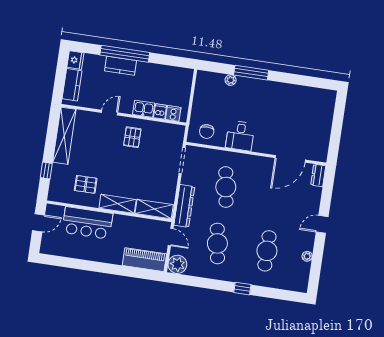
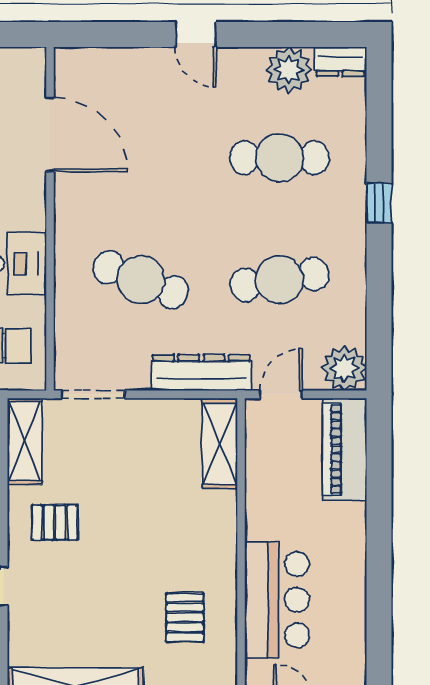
dresser: (318, 175) -> (340, 61), moved
cafe table: (226, 187) -> (141, 280), turned 30
shelving: (118, 204) -> (25, 441), moved
plant: (307, 256) -> (289, 70), width x1.88, depth x1.88

